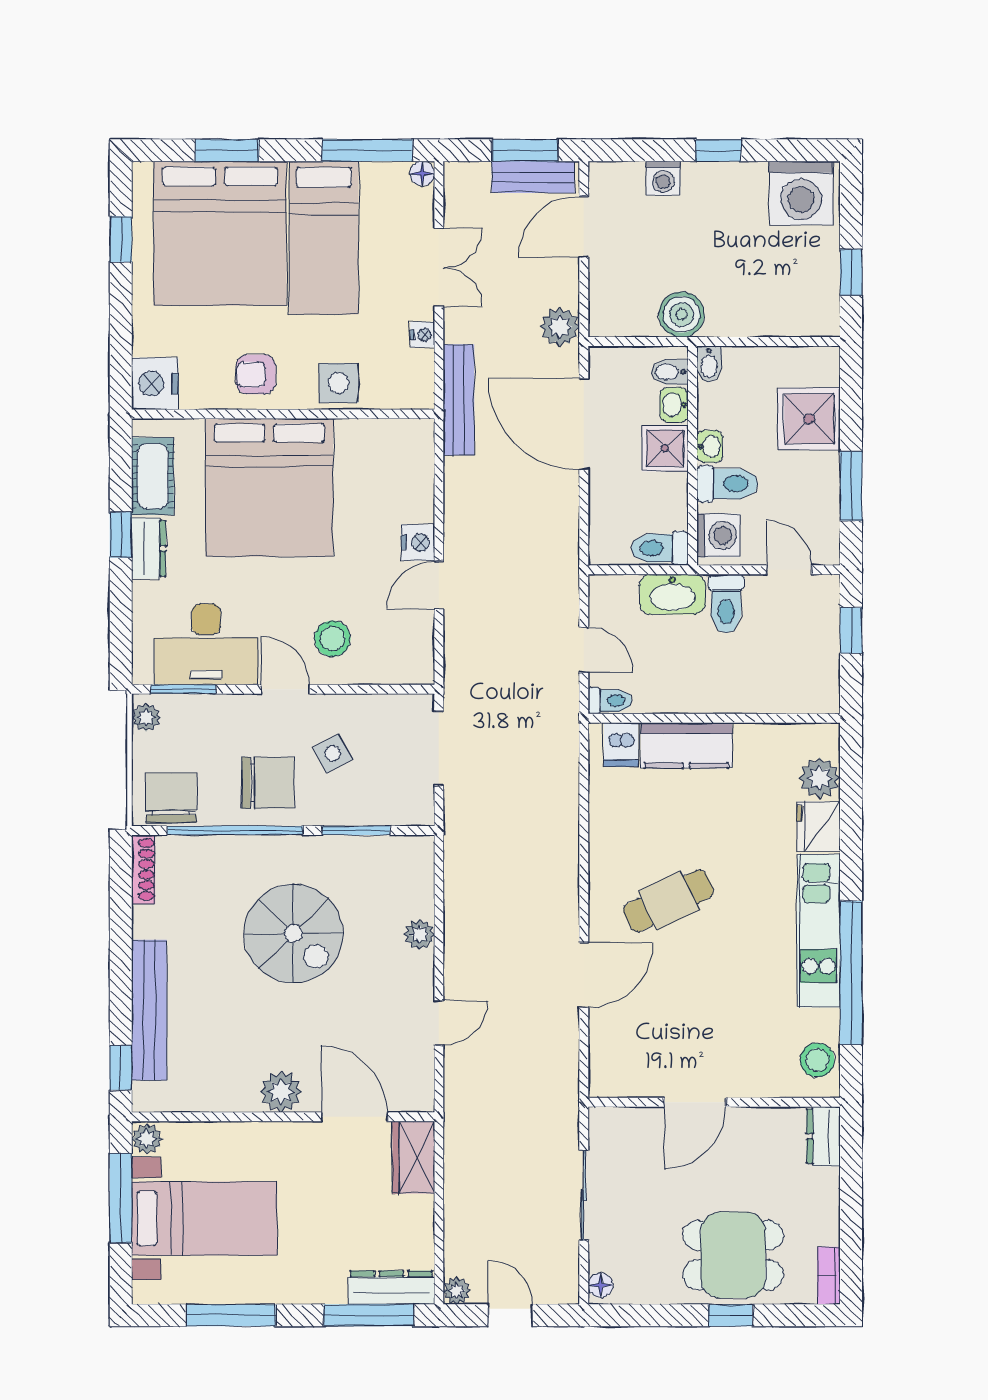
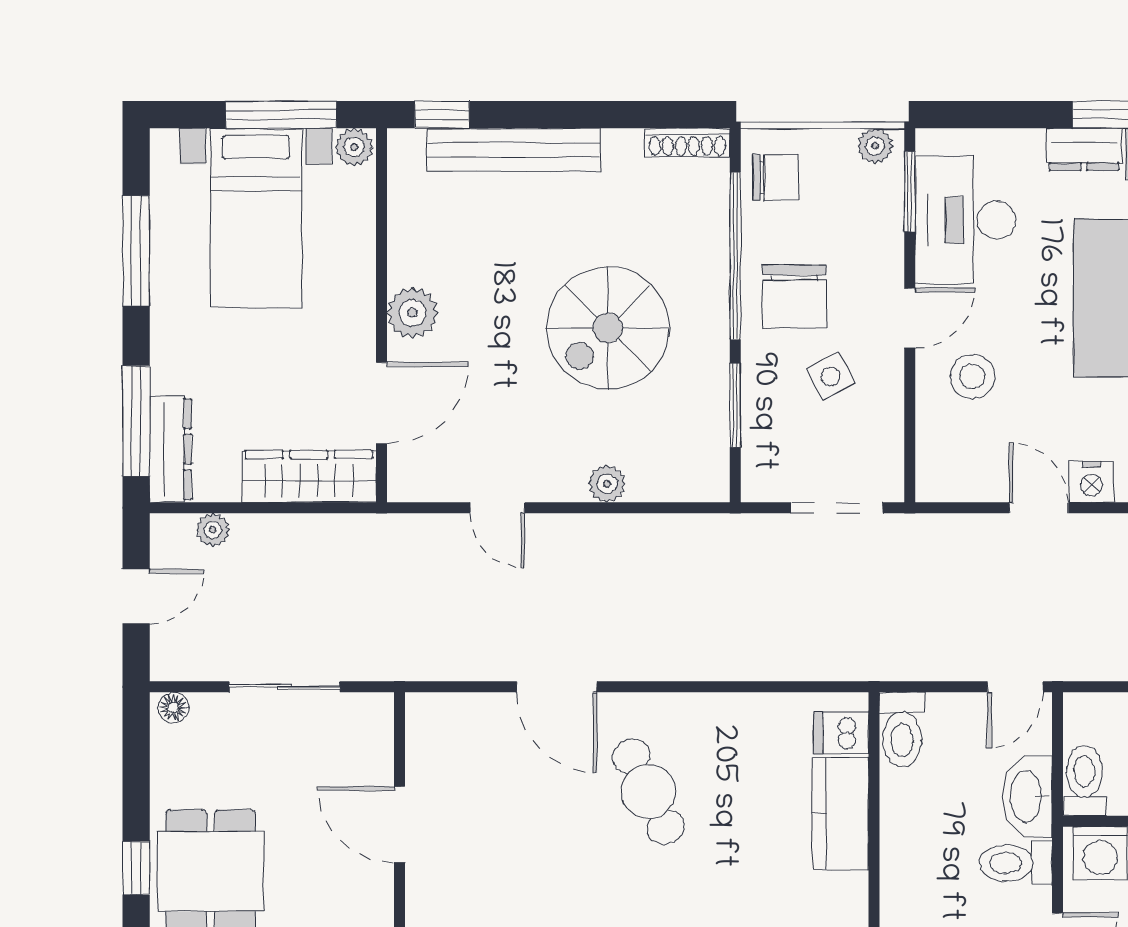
door: (584, 650) -> (1015, 687), moved
toilet: (610, 701) -> (902, 730), width x1.37, depth x1.39
chair: (171, 798) -> (776, 177), width x0.73, depth x0.73
wardrobe: (414, 1157) -> (309, 476), width x1.50
plant: (457, 1291) -> (213, 530), moved

